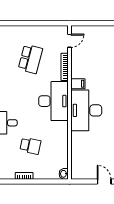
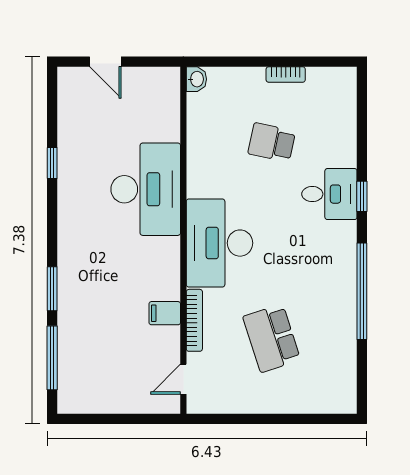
school desk: (30, 59) -> (272, 338), turned -33
filing cabinet: (78, 84) -> (165, 313), moved
desk: (86, 110) -> (146, 189), moved

